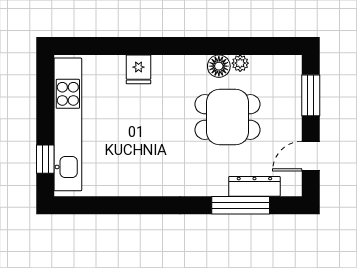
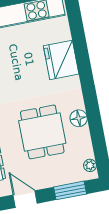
plant: (240, 63) -> (90, 165), moved
fridge: (139, 69) -> (61, 60), width x1.88, depth x1.34

